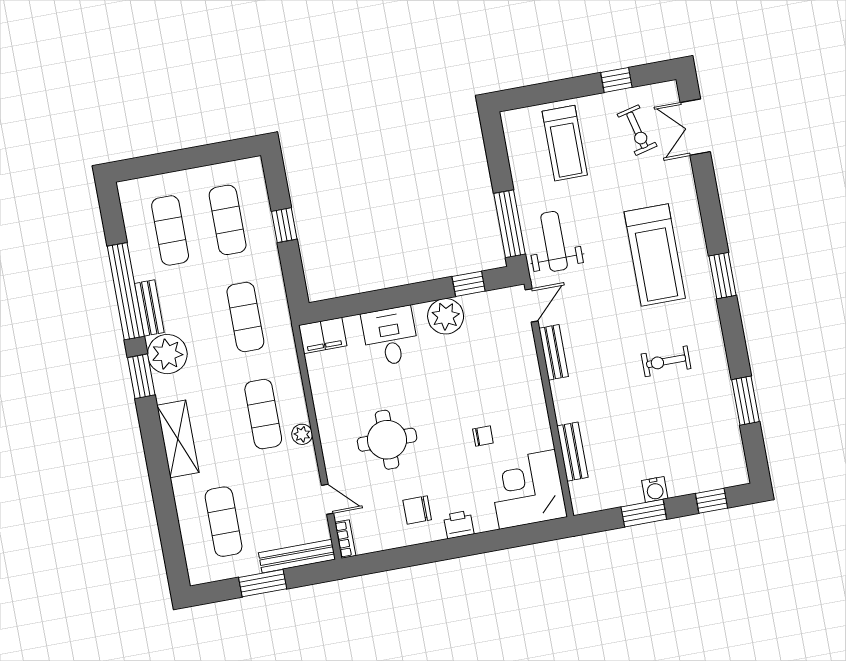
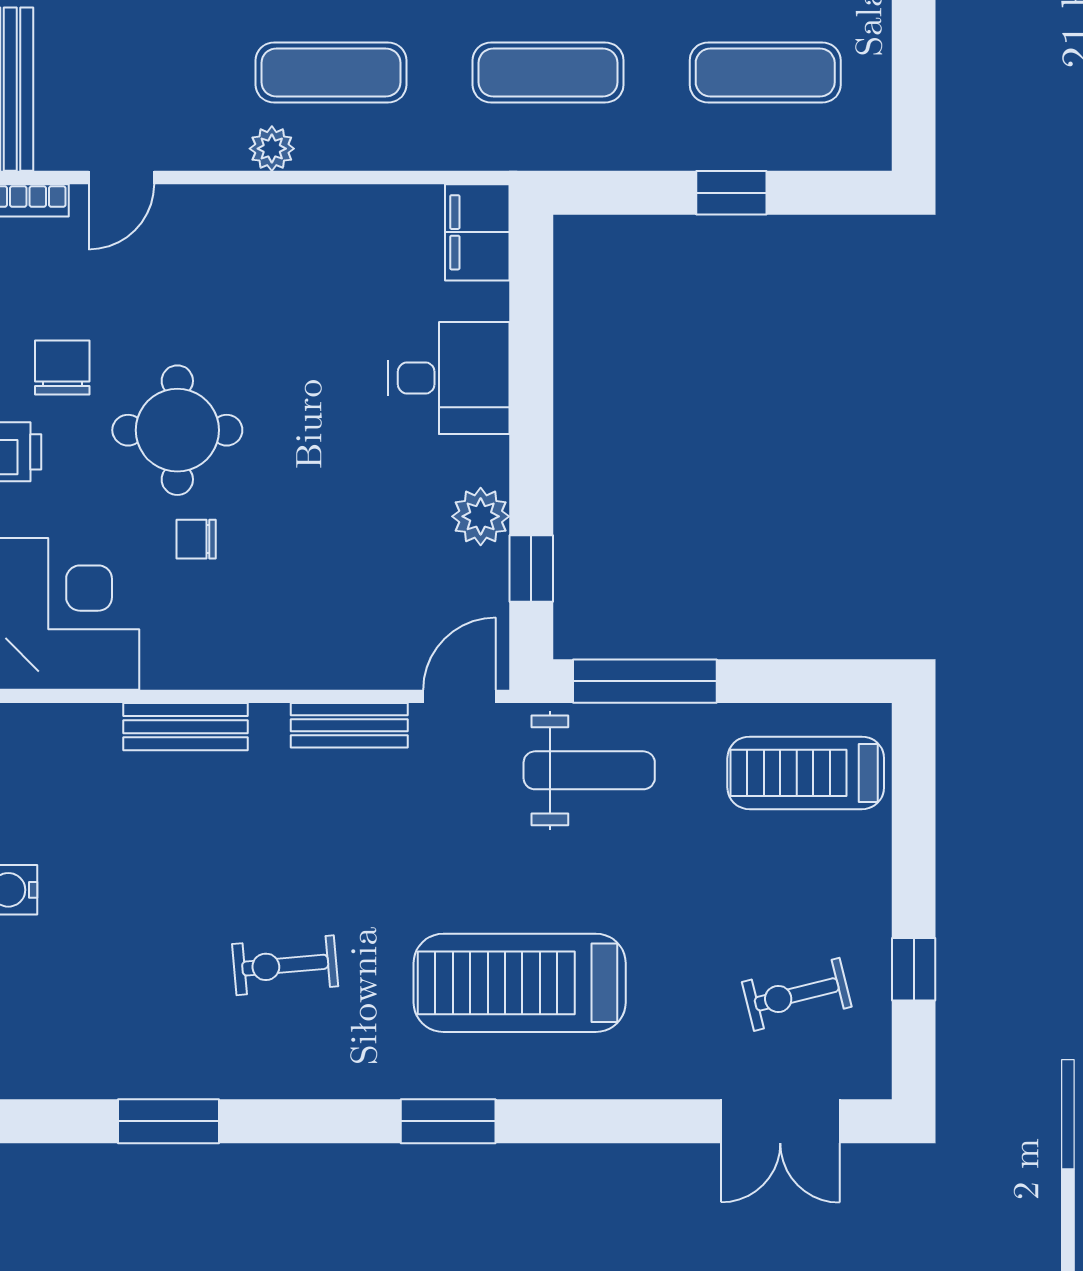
double door: (695, 127) -> (780, 1121), swing flipped
treadmill: (565, 143) -> (806, 773), moved
door: (532, 305) -> (460, 696), swing flipped
plant: (446, 316) -> (481, 516), width x0.73, depth x0.73
exercise bike: (666, 361) -> (285, 965), turned -95
chair: (483, 436) -> (196, 539), turned 90
round table: (387, 440) -> (177, 430), moved
bench: (572, 452) -> (186, 727), moved

